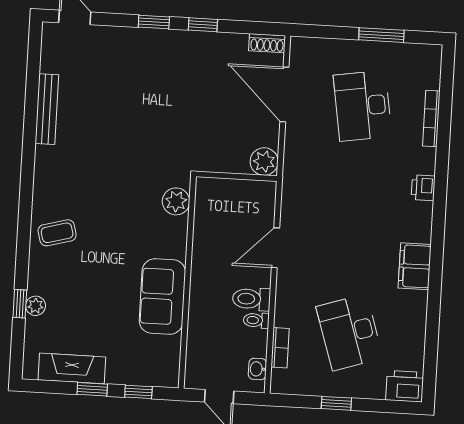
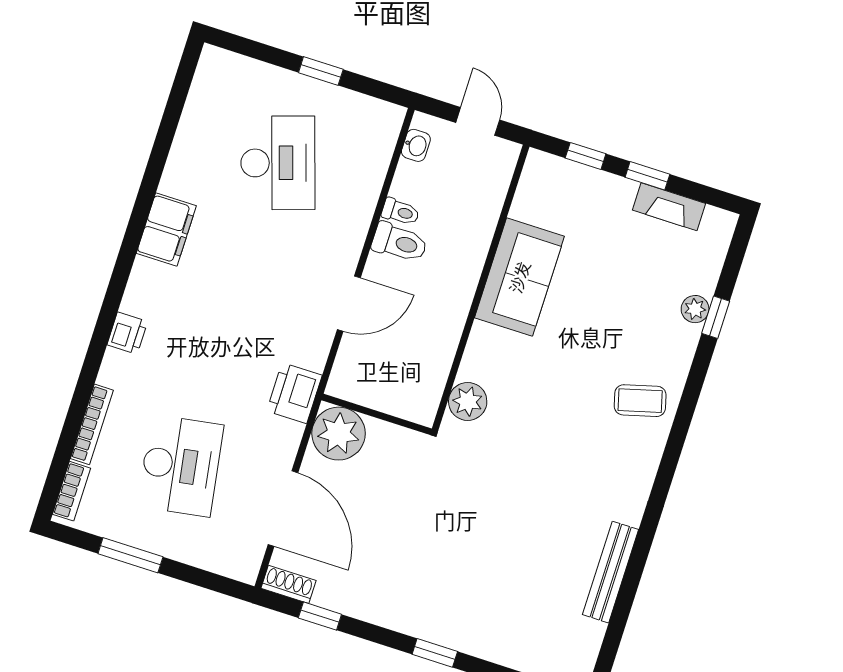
window: (203, 25) -> (320, 616), moved
plant: (264, 162) -> (339, 434), width x1.36, depth x1.36
bookcase: (280, 348) -> (72, 491), moved, turned 180
fireplace: (72, 368) -> (669, 207), width x0.73, depth x0.76
printer: (405, 386) -> (294, 393), moved, turned 90

